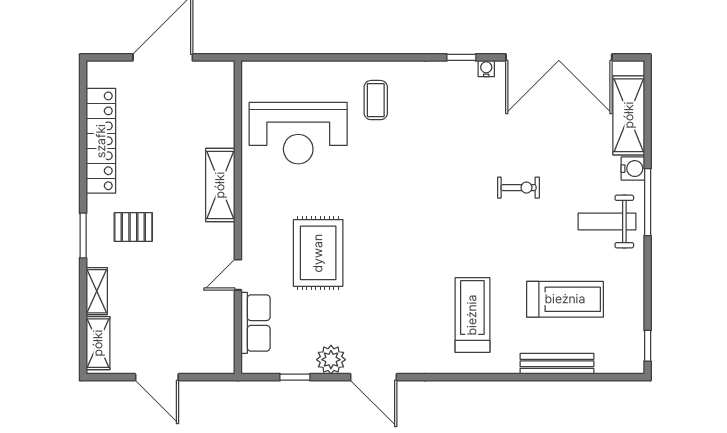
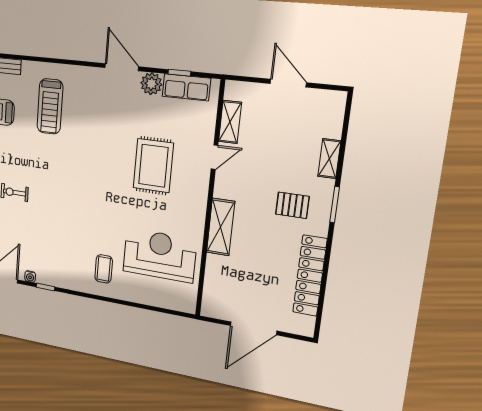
row of seats: (256, 323) -> (186, 87), moved, turned -90
shelving: (98, 343) -> (230, 122), moved

